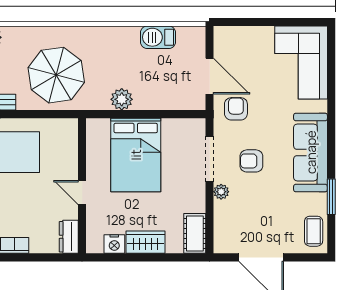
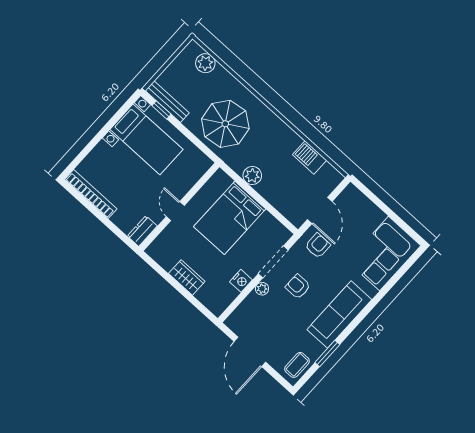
cot: (195, 233) -> (222, 300), removed
nightstand: (114, 244) -> (241, 281), moved, turned -90

